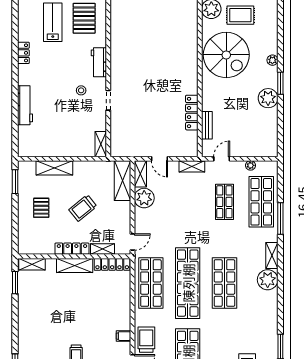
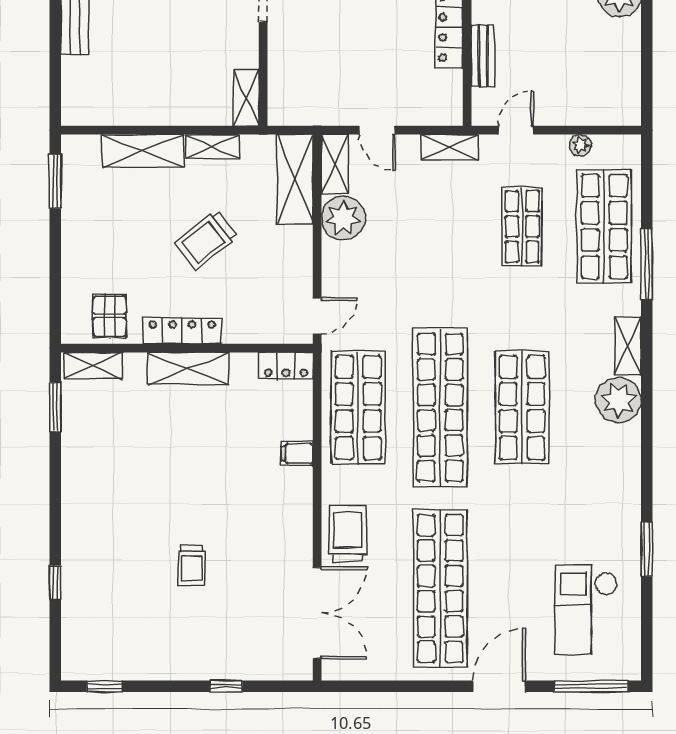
pallet: (41, 208) -> (110, 316), moved
shelving: (102, 249) -> (212, 146), moved
locker: (112, 264) -> (286, 366), width x0.66
filing cabinet: (123, 336) -> (297, 453), moved

